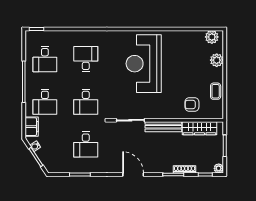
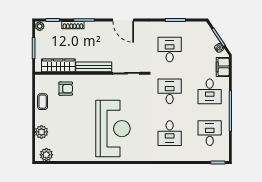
desk: (45, 102) -> (210, 91), turned 180

